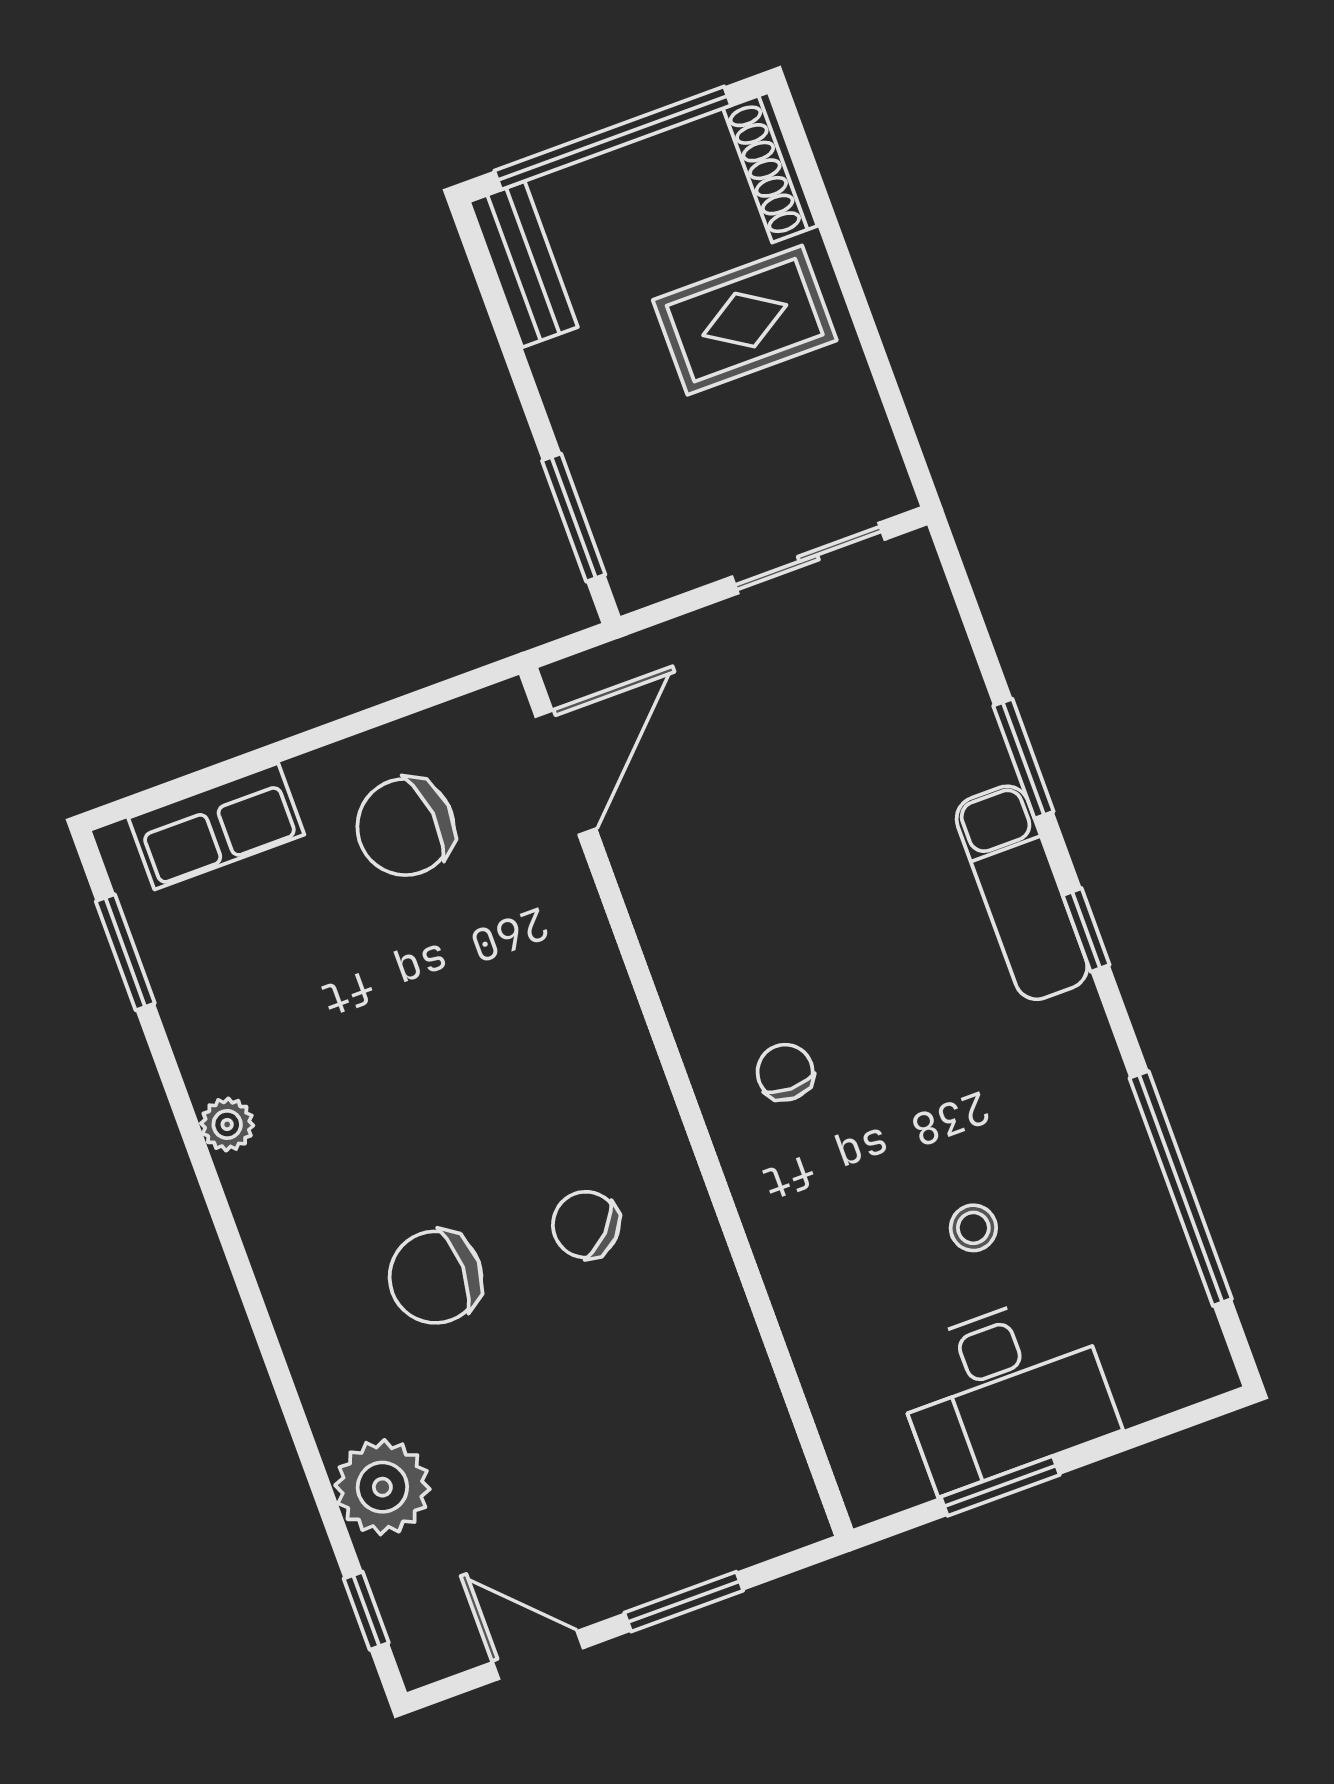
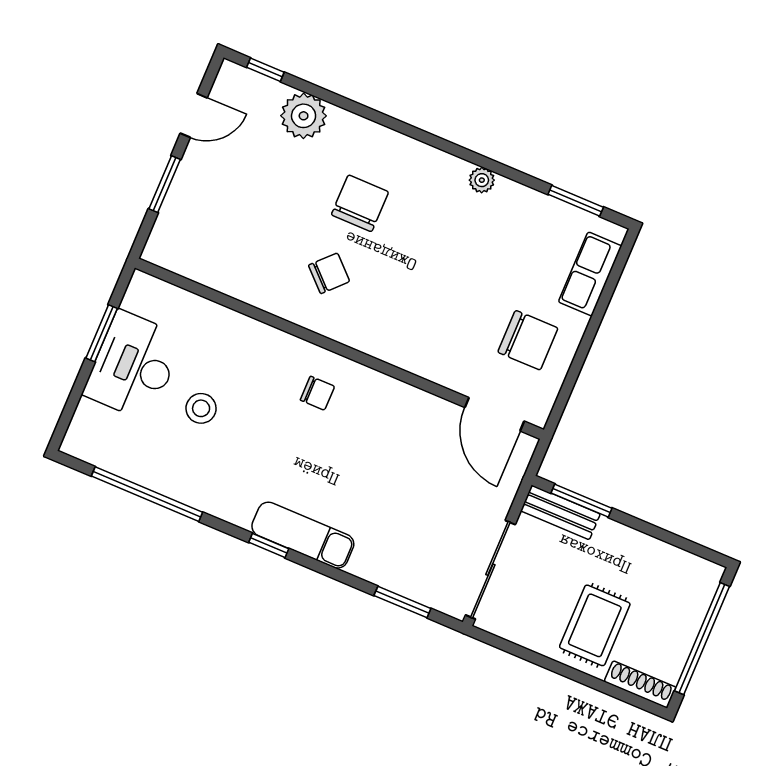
bench: (523, 264) -> (560, 512), moved
sliding door: (808, 558) -> (490, 570), width x1.37
window: (1023, 759) -> (402, 602), moved
chair: (405, 827) -> (528, 340), turned 96
stool: (973, 1228) -> (201, 408), width x1.37, depth x1.37

